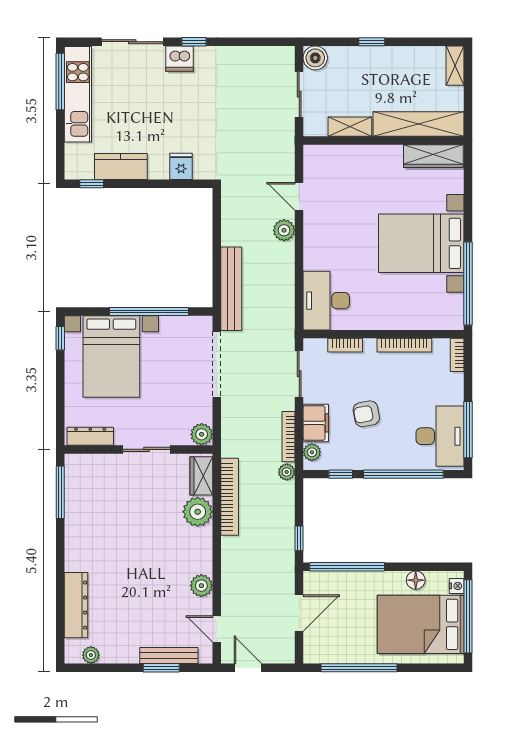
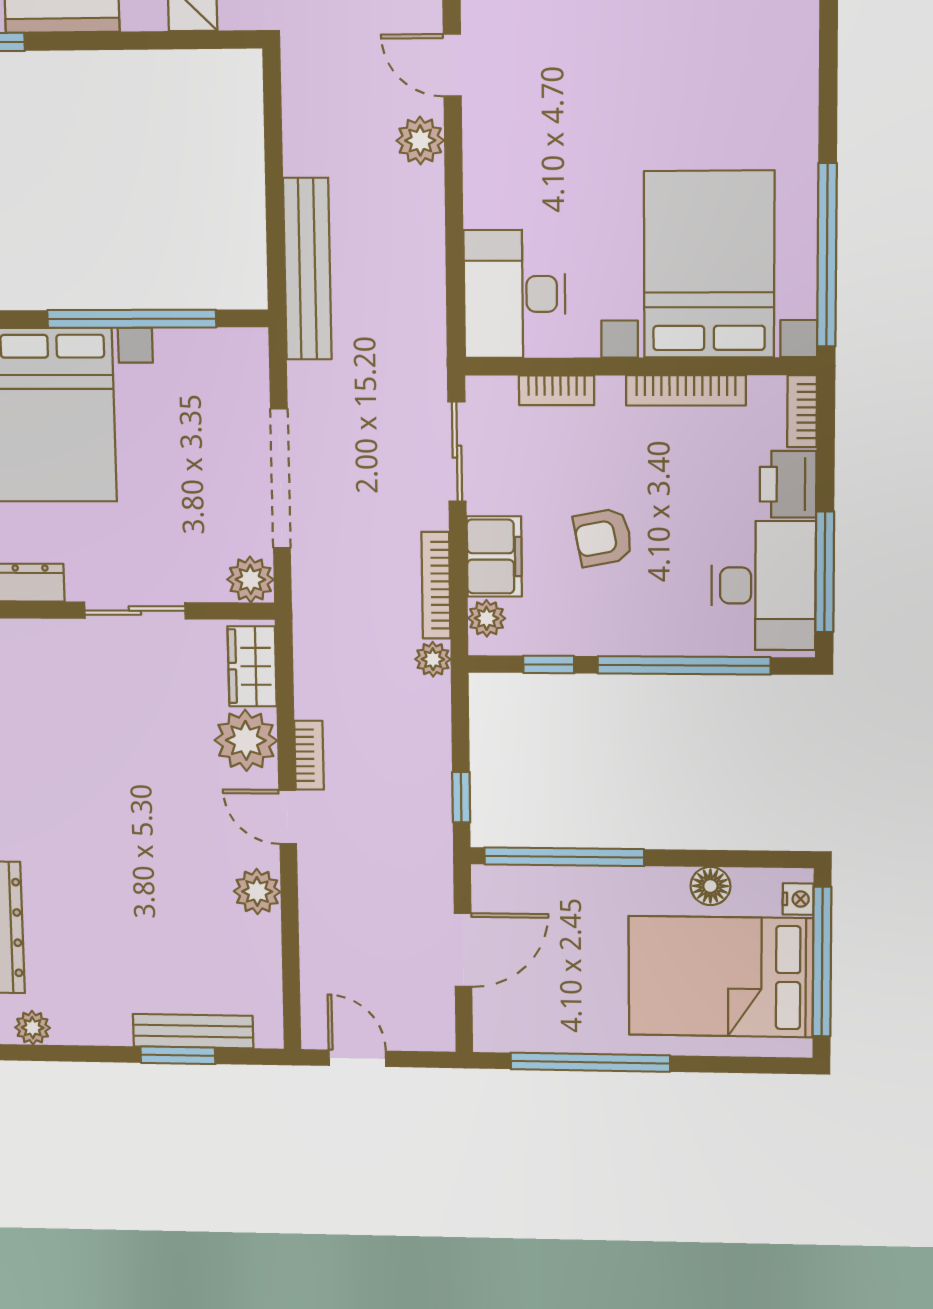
bed with nightstands: (421, 243) -> (709, 264), moved, turned 90
doorway: (217, 364) -> (280, 479), moved
printer: (451, 389) -> (788, 484), added
bookcase: (230, 497) -> (309, 755), width x0.43, depth x0.76
door: (217, 629) -> (288, 817), moved

